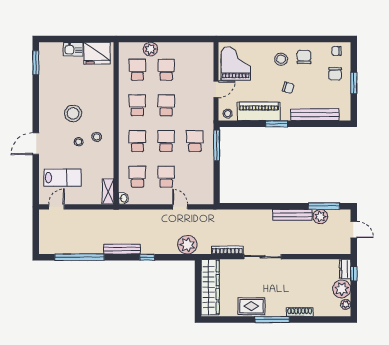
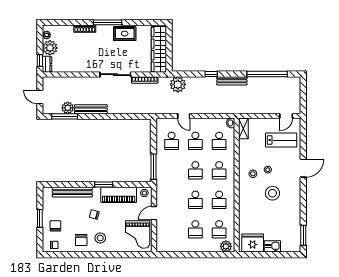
plant: (150, 49) -> (226, 246), moved
school desk: (195, 141) -> (172, 141), moved
lab bench: (63, 178) -> (281, 140), turned 180

